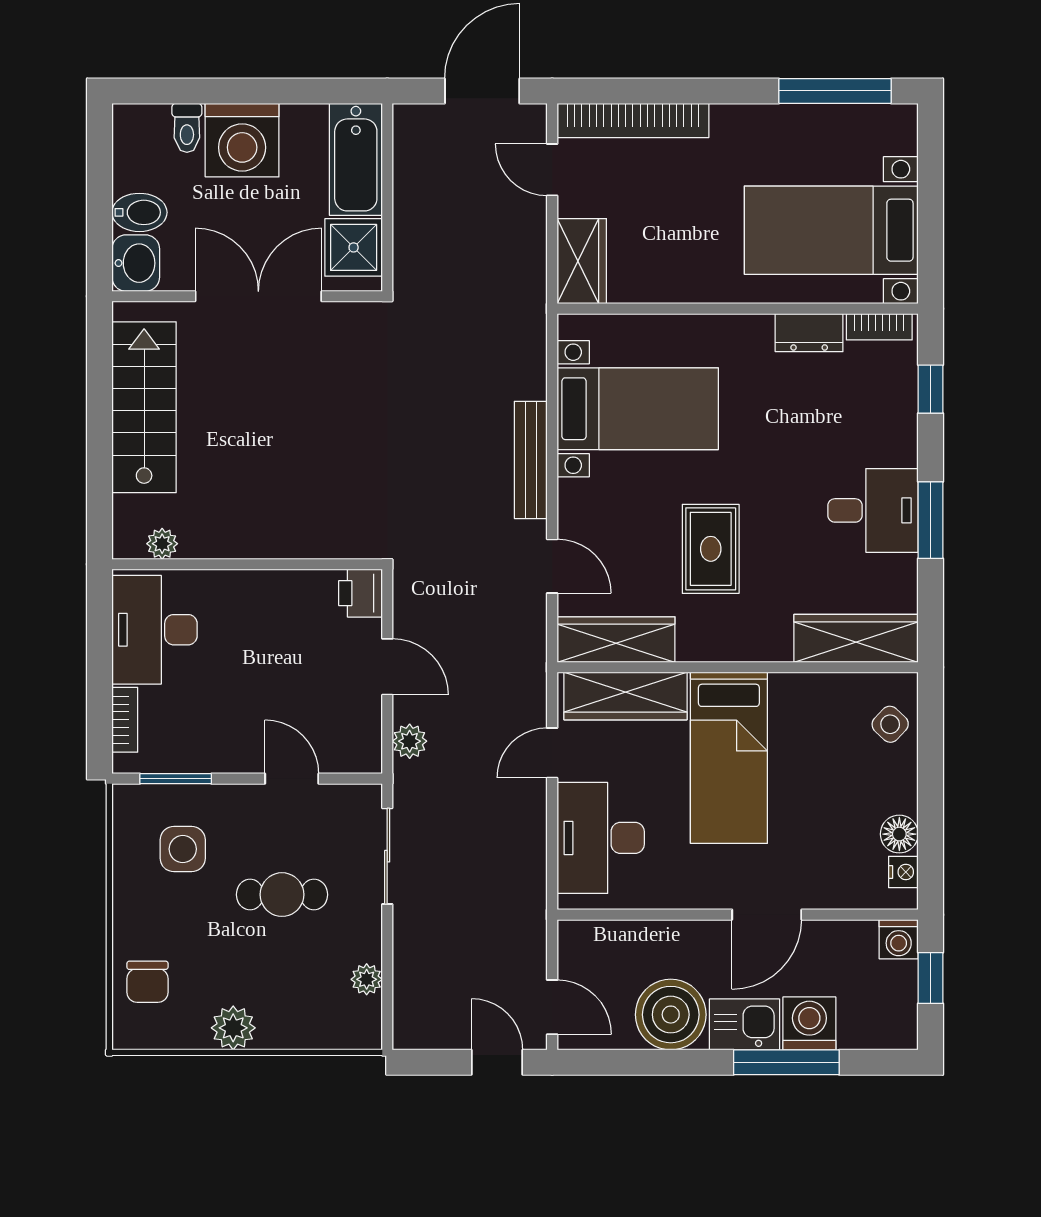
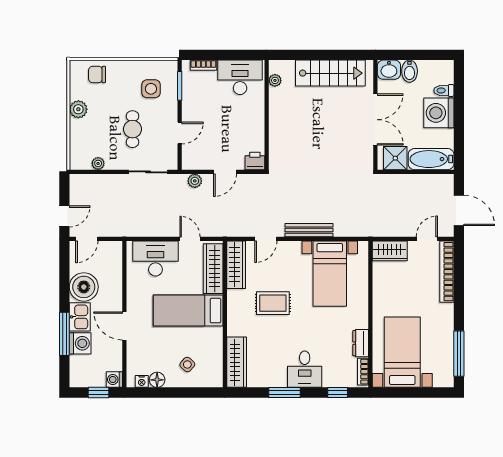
desk: (873, 510) -> (305, 369), moved
side table: (890, 724) -> (187, 364), moved

